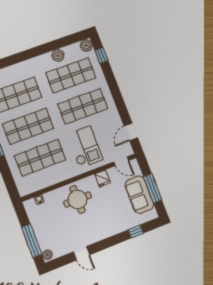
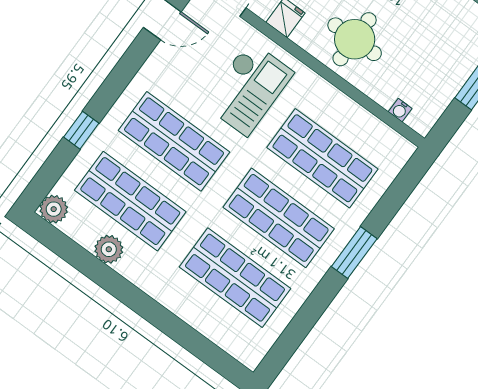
window: (101, 55) -> (81, 130), moved
checkout: (85, 147) -> (248, 88), turned 180

